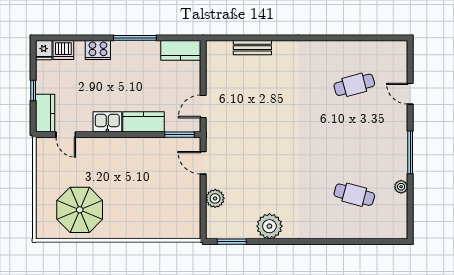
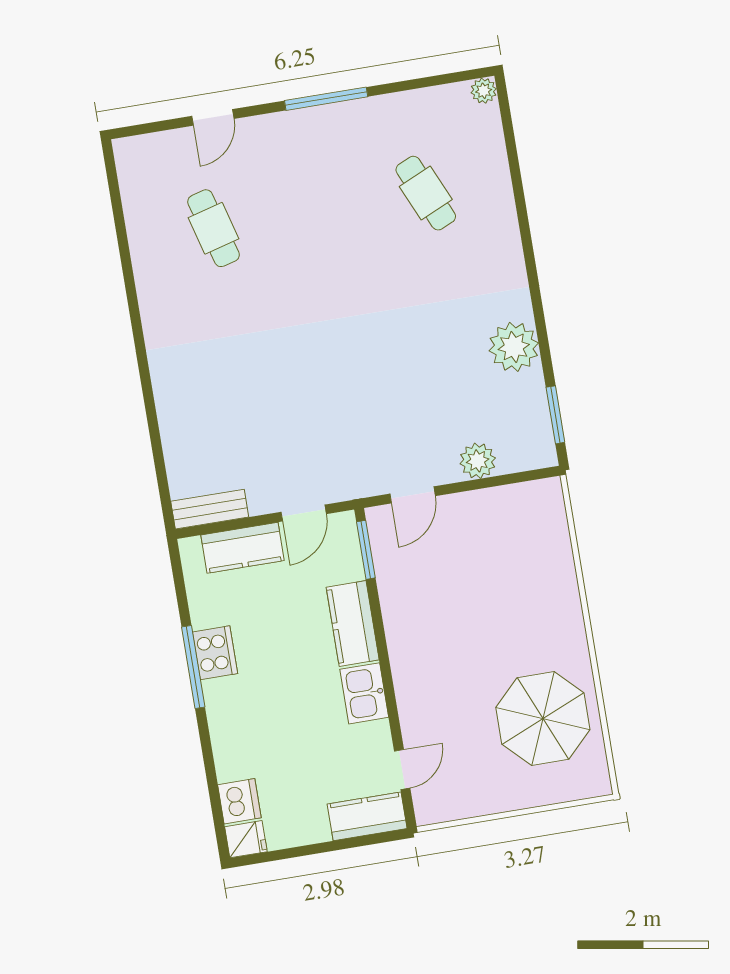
bench: (252, 48) -> (210, 509), moved, turned 90
cooker: (98, 50) -> (215, 653), moved
kitchen counter: (181, 50) -> (243, 548), moved, turned 90
window: (33, 91) -> (327, 847), removed
door: (203, 106) -> (304, 513), hinge flipped
plant: (401, 187) -> (484, 91), moved
cafe table: (354, 195) -> (426, 193), turned -39

